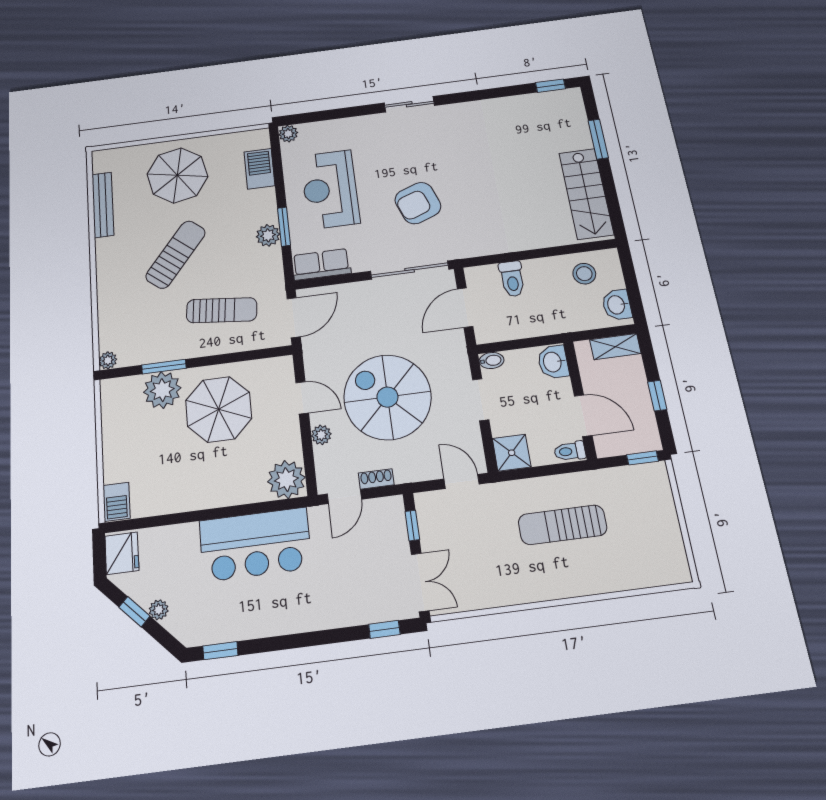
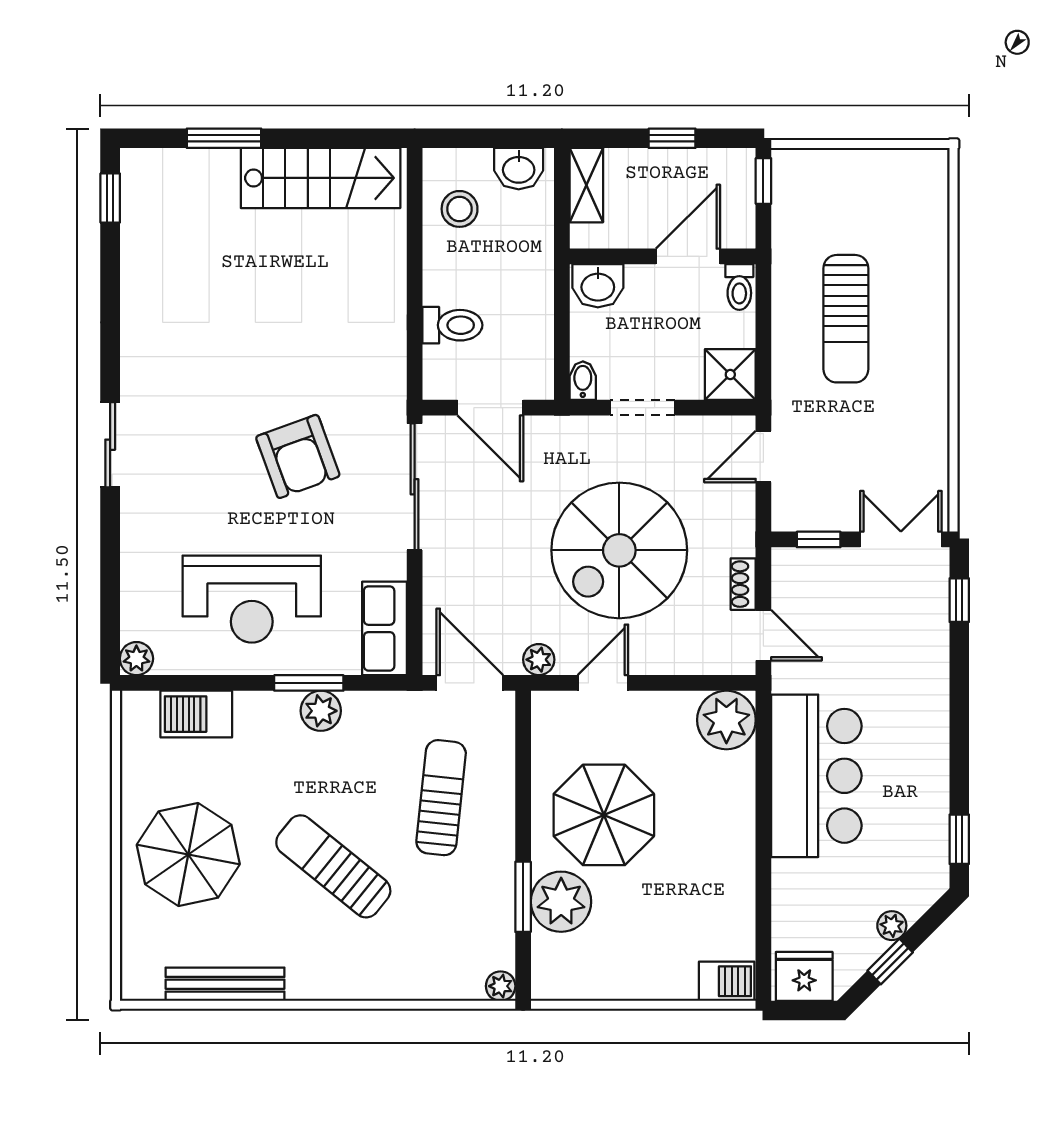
plant: (321, 435) -> (539, 660), moved

